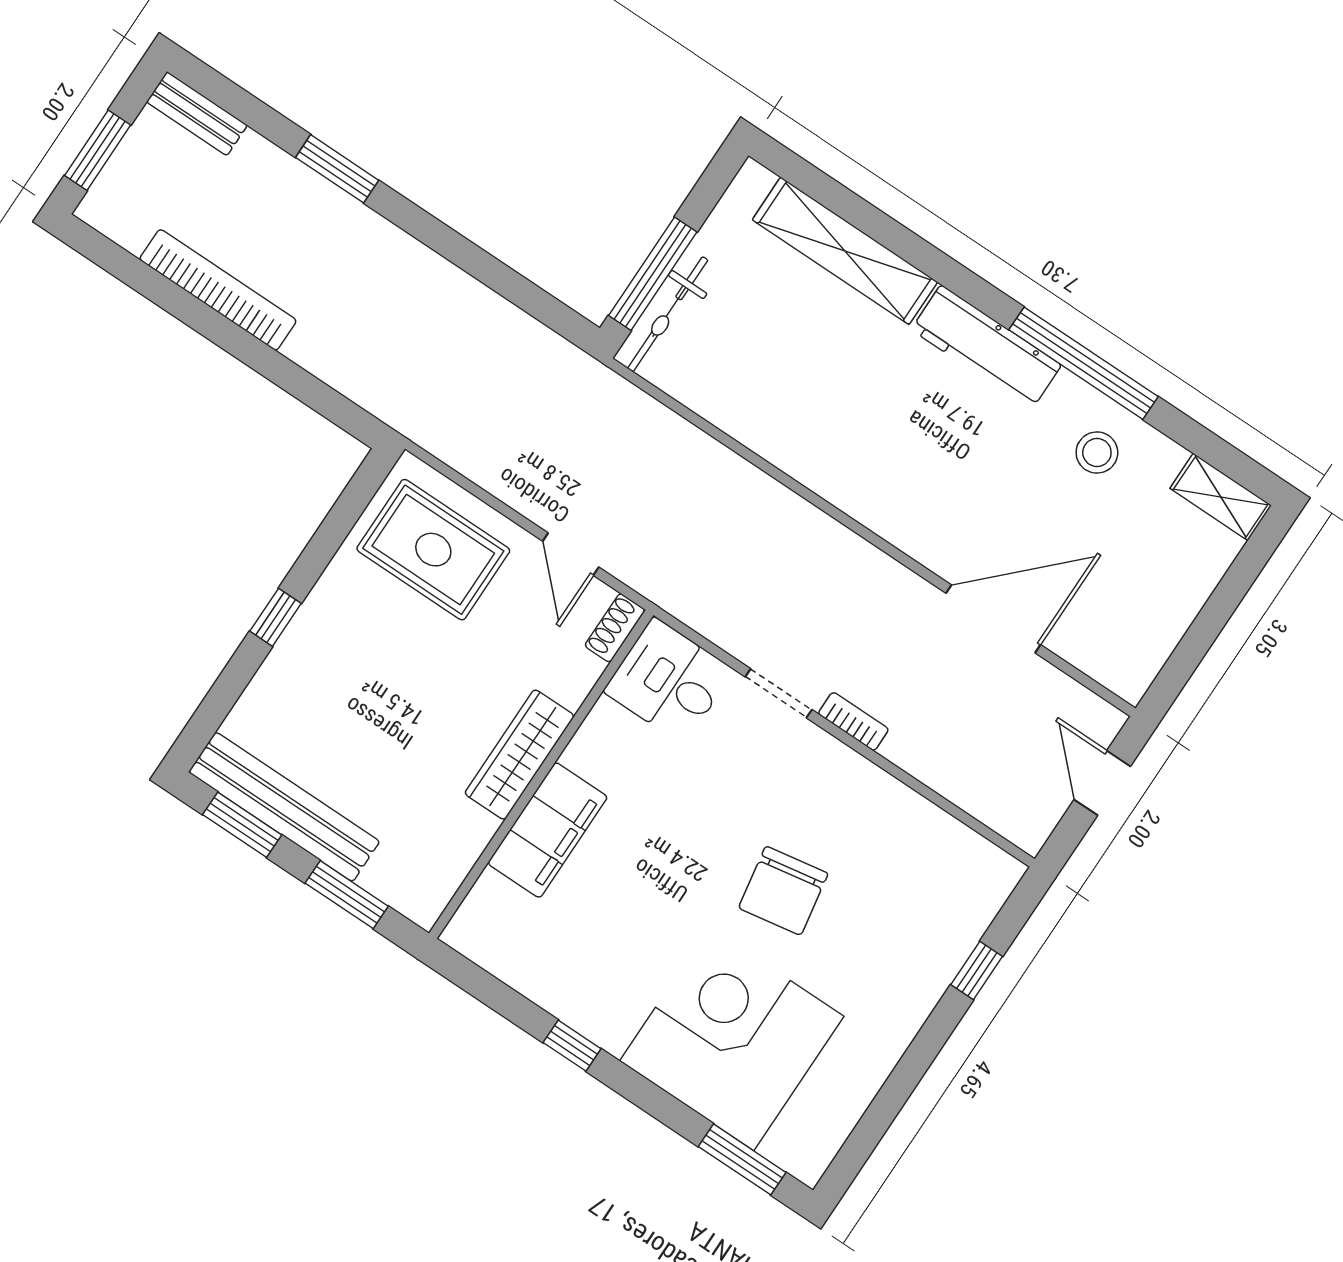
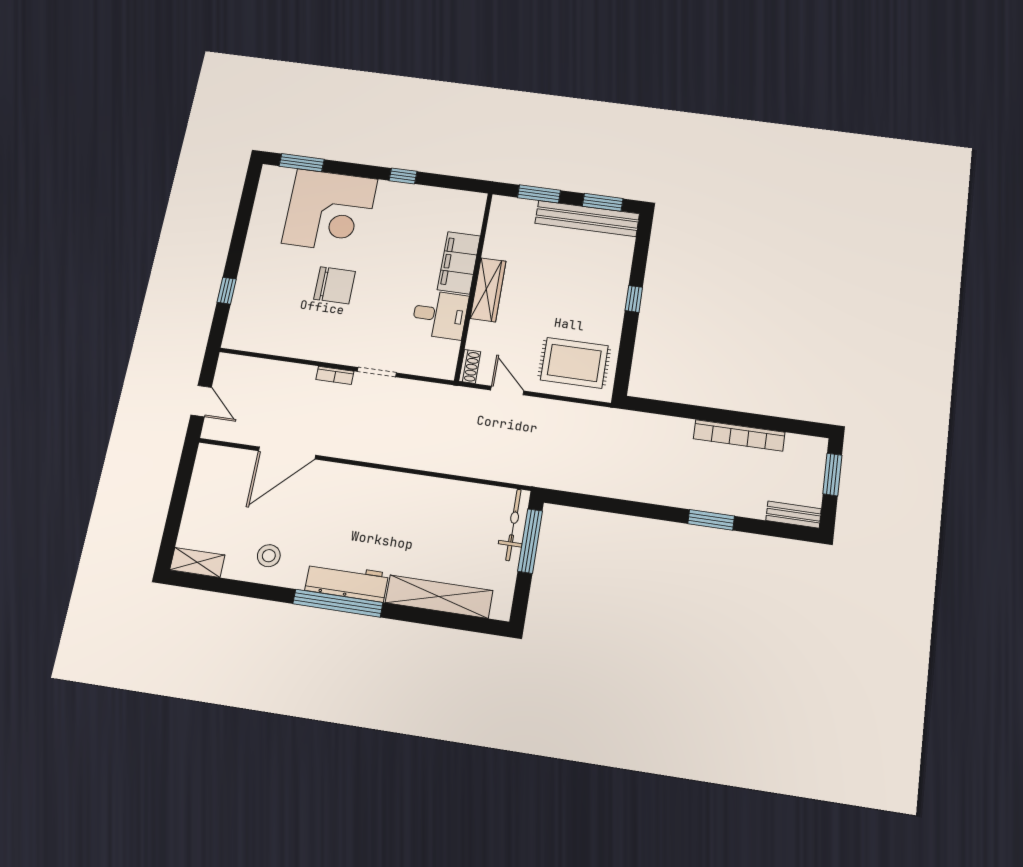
window: (1084, 363) -> (338, 603), moved
desk: (669, 681) -> (440, 315), moved
chair: (783, 891) -> (335, 285), turned 100

